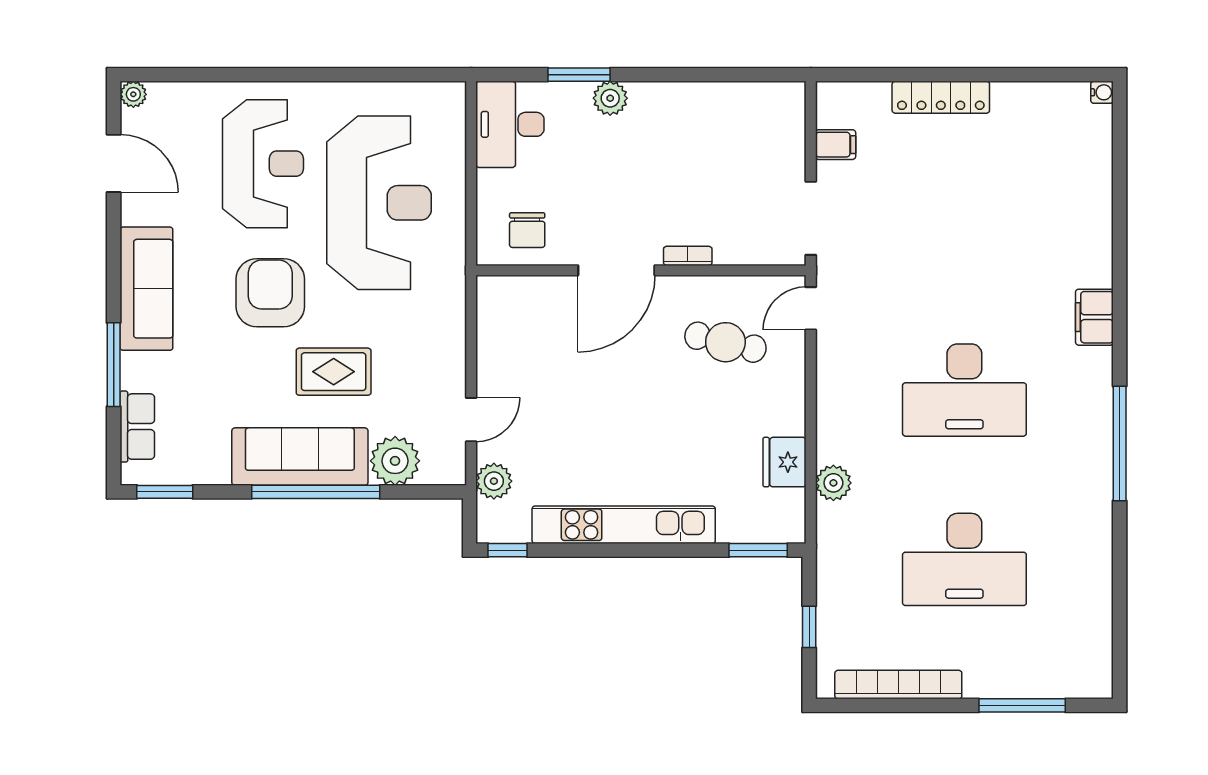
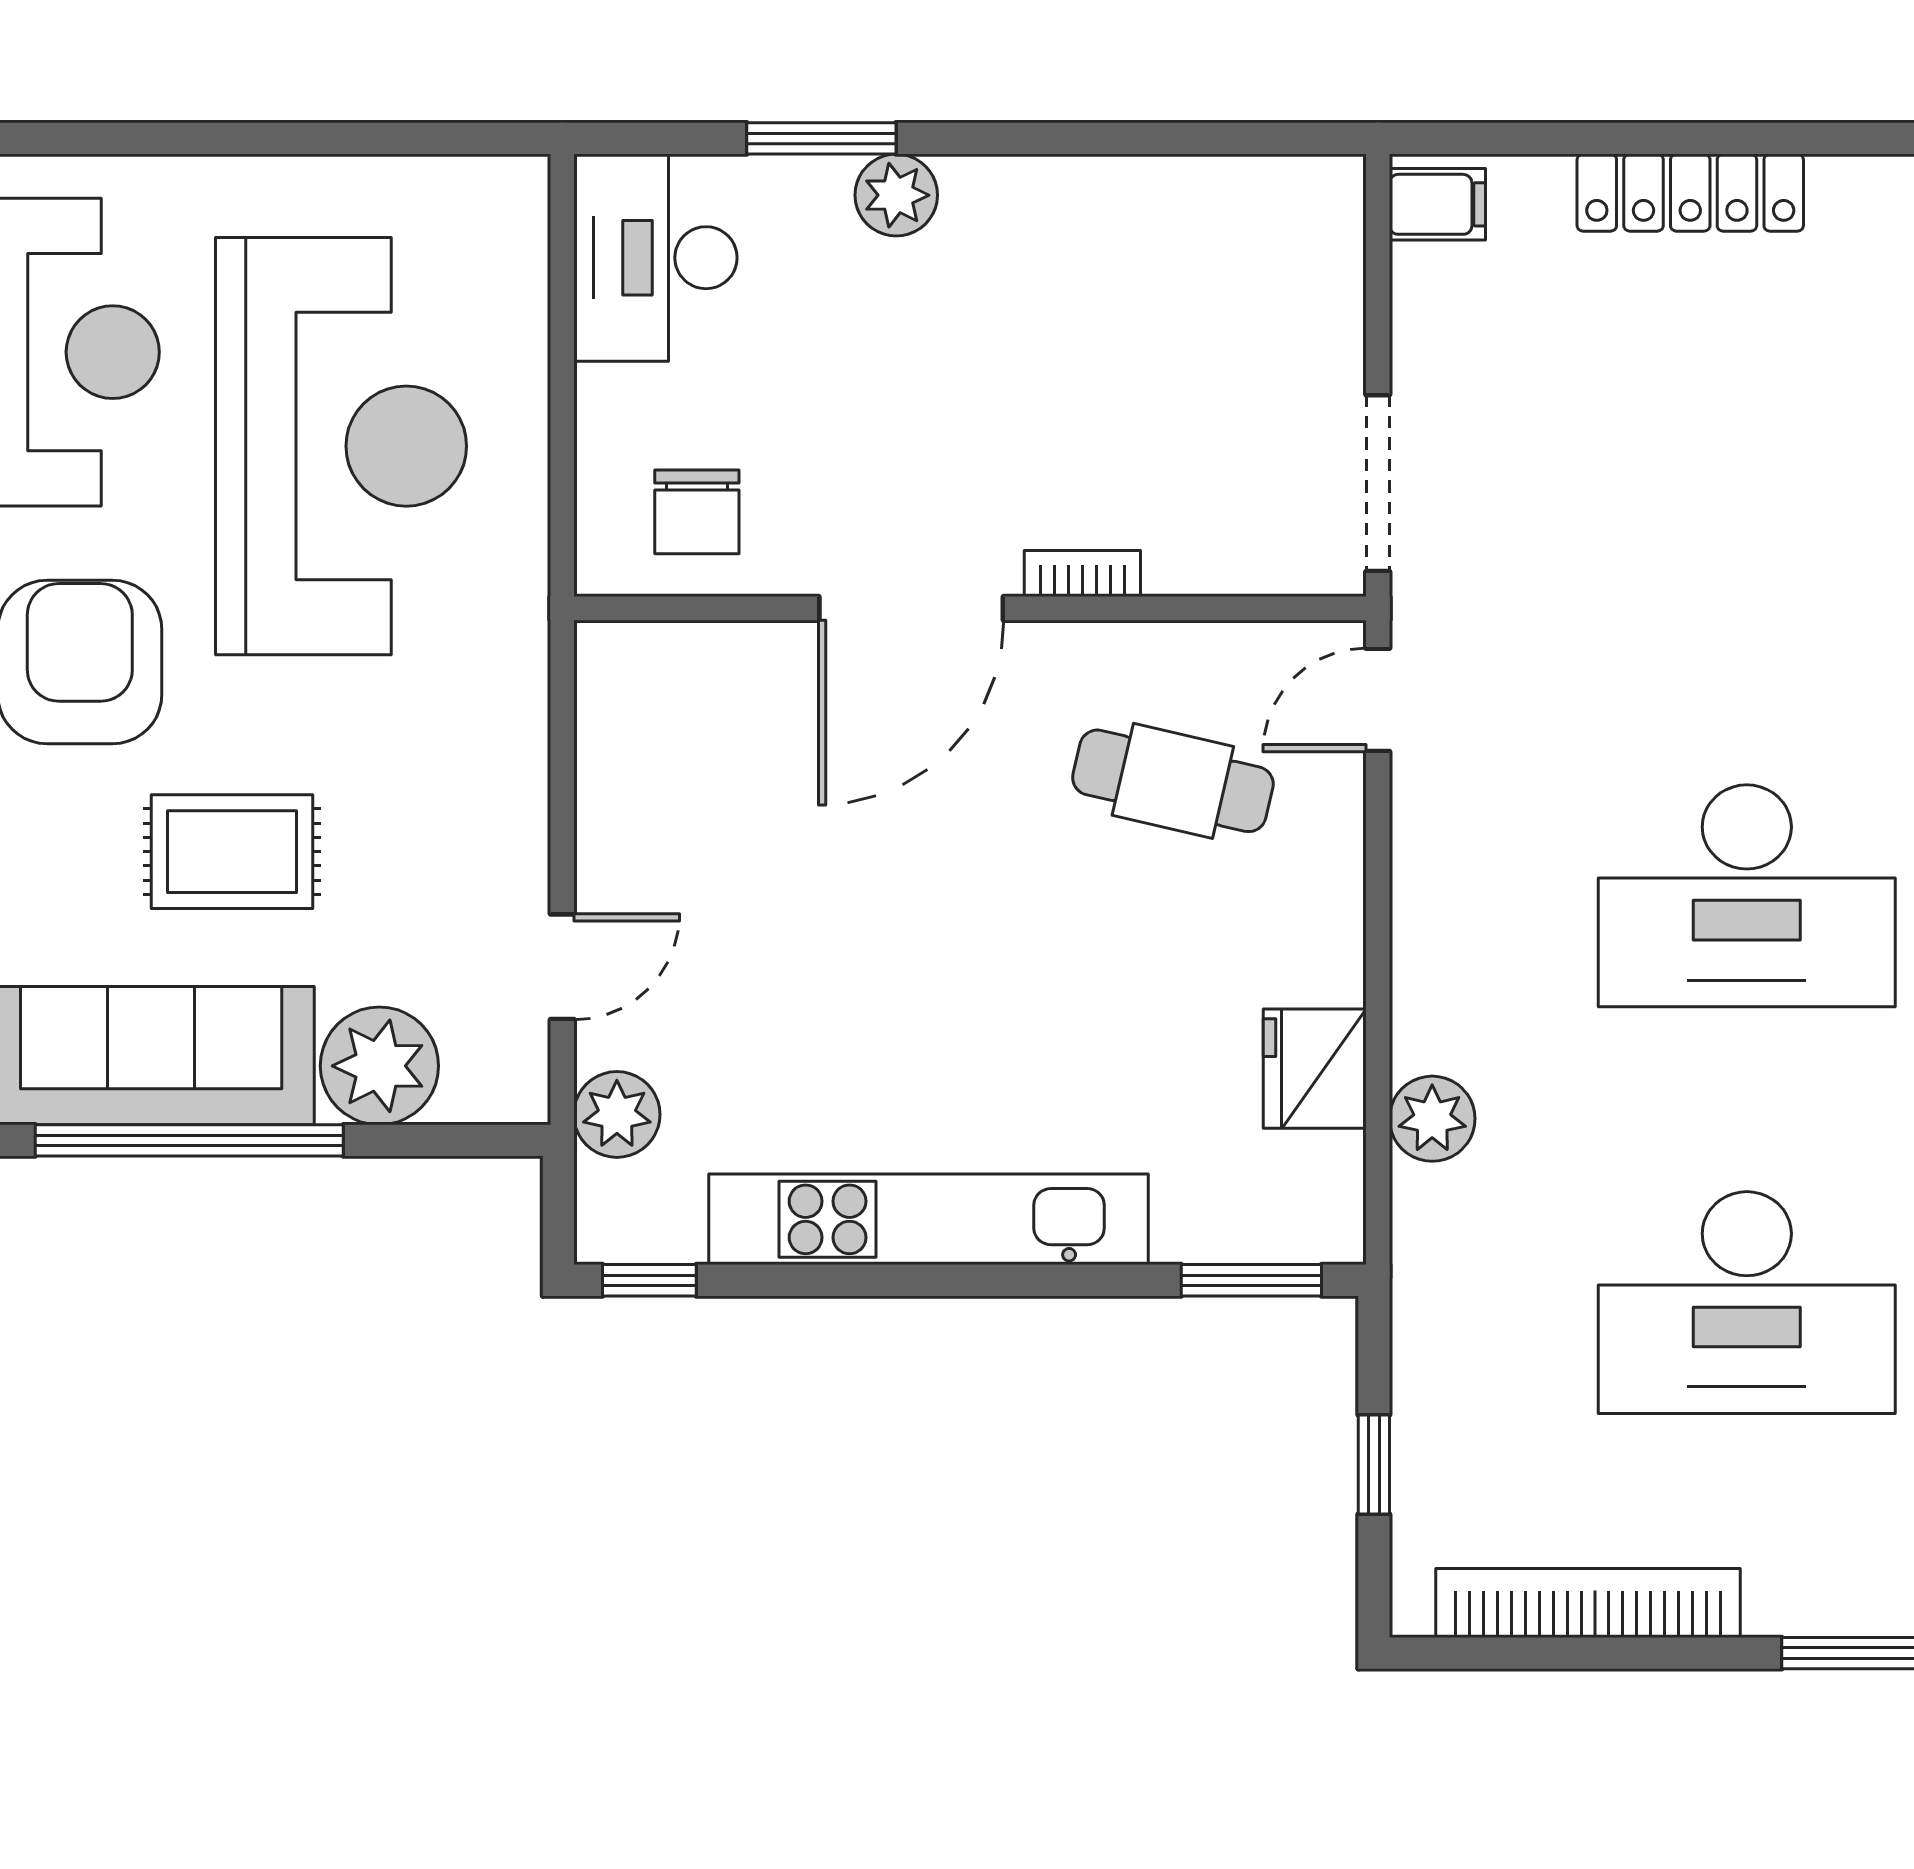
filing cabinet: (836, 145) -> (1437, 204), moved

